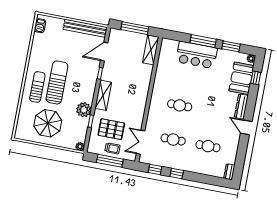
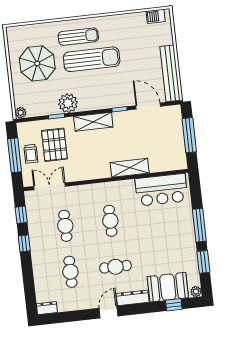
shelving: (151, 50) -> (130, 168), moved
bar counter: (197, 55) -> (161, 190), moved, turned -90
cafe table: (215, 112) -> (115, 267), added

